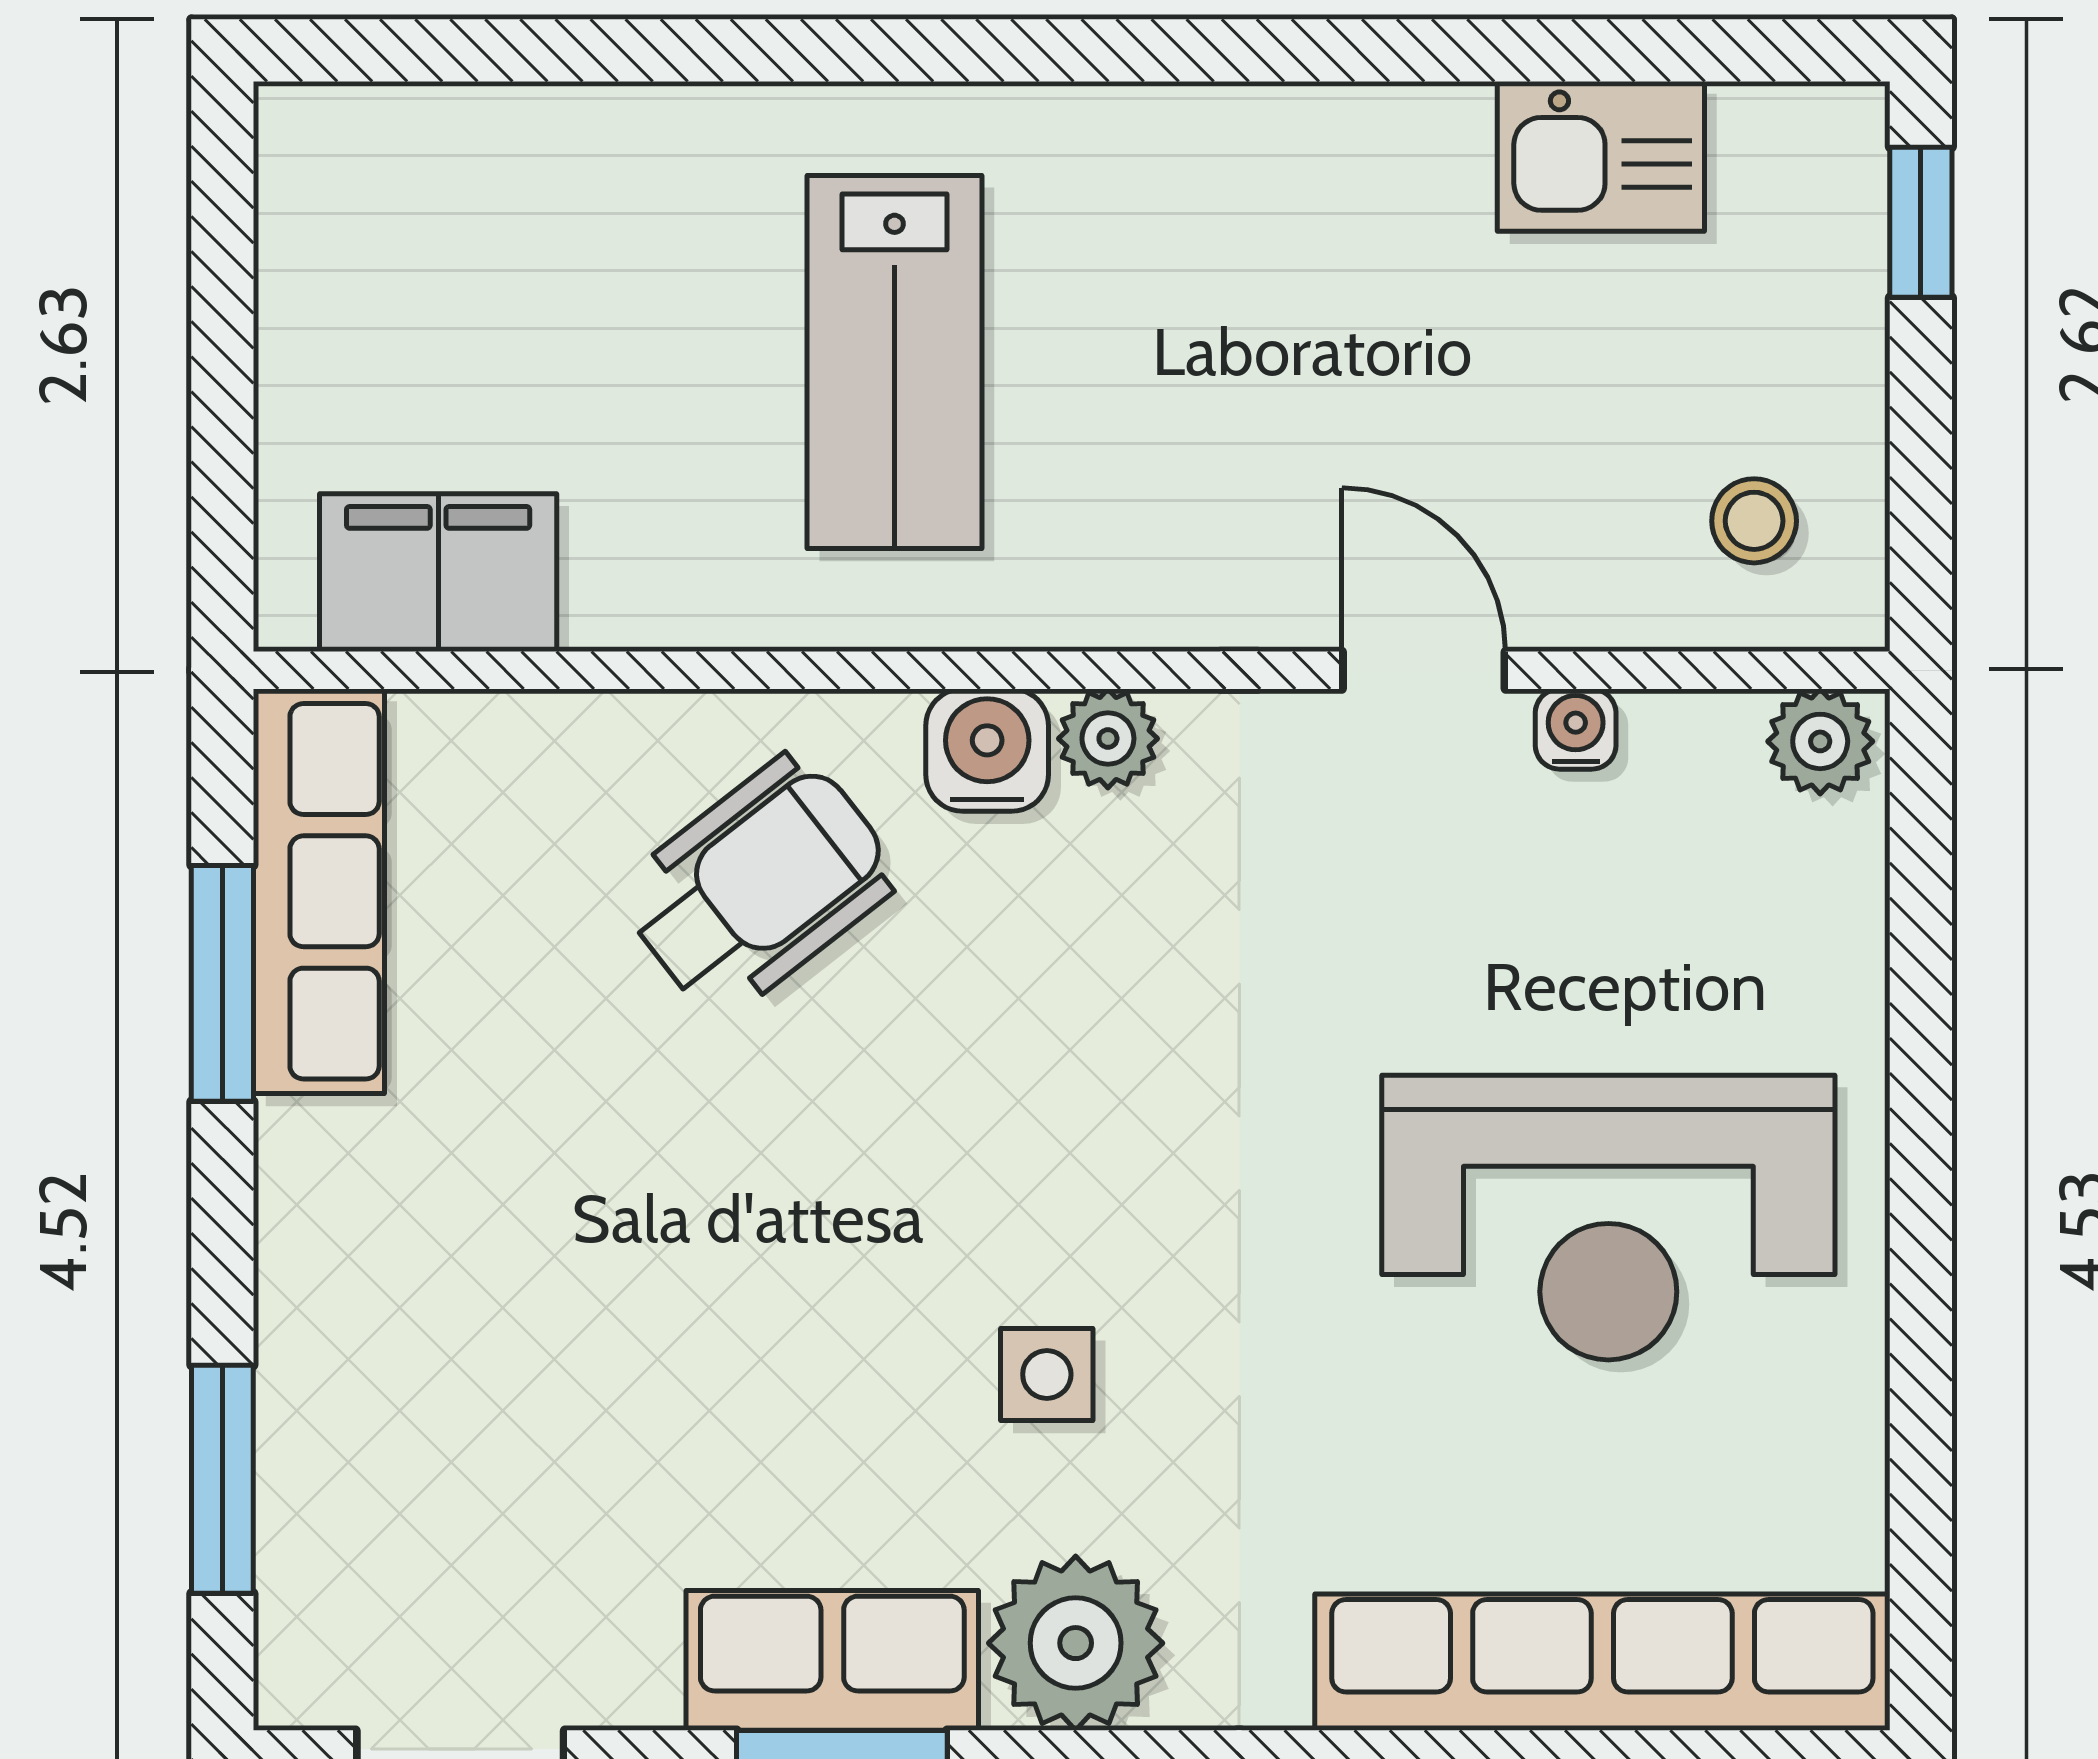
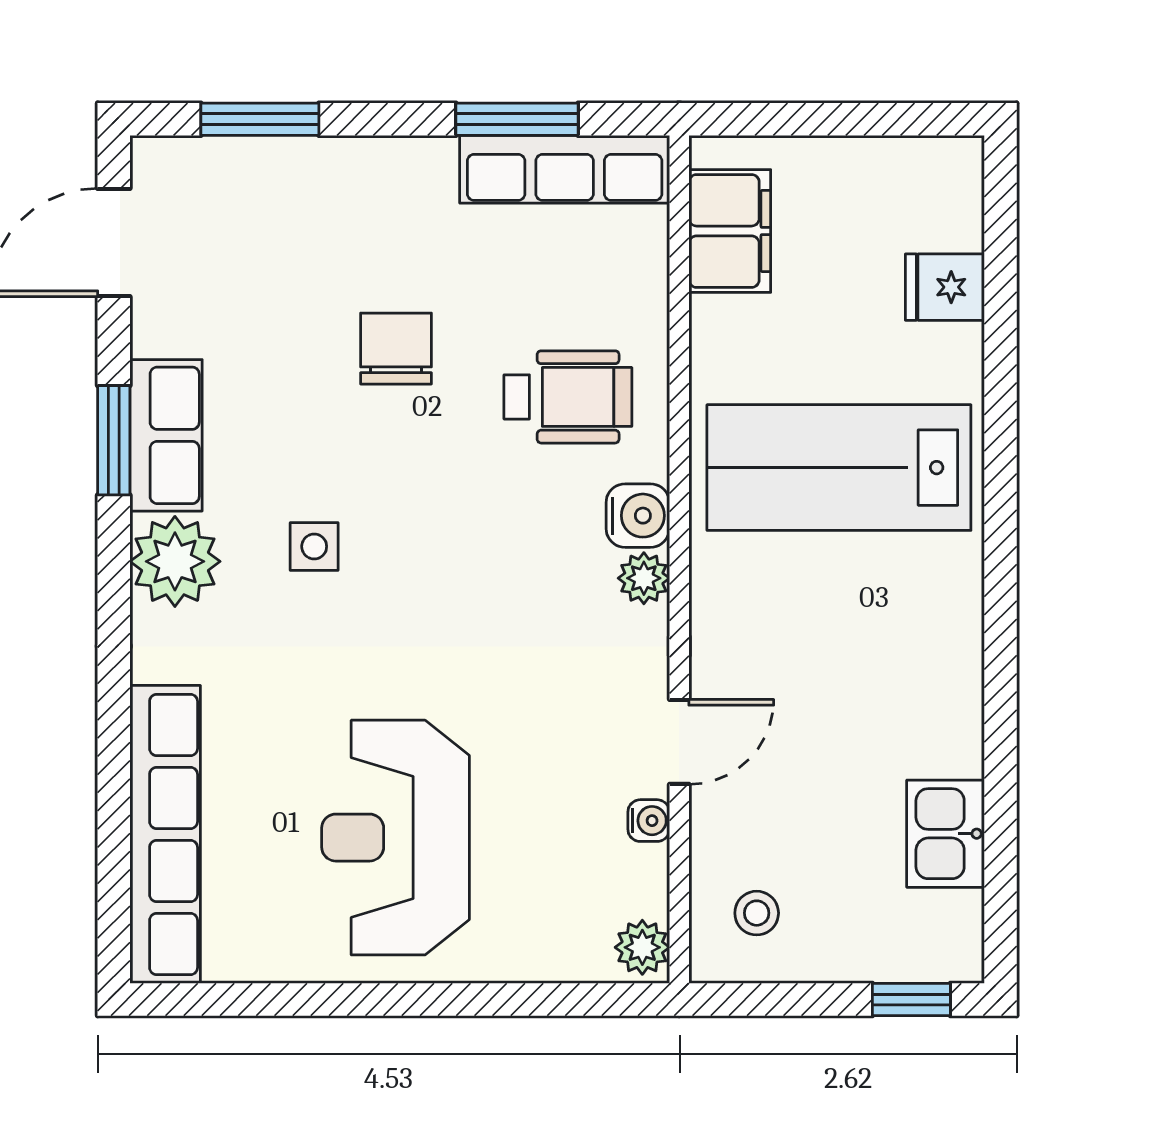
fridge: (546, 158) -> (945, 287), added
lab bench: (895, 362) -> (839, 468), width x1.36, depth x1.39
wheelchair: (758, 885) -> (568, 397), turned -52
chair: (665, 1217) -> (396, 349), added

